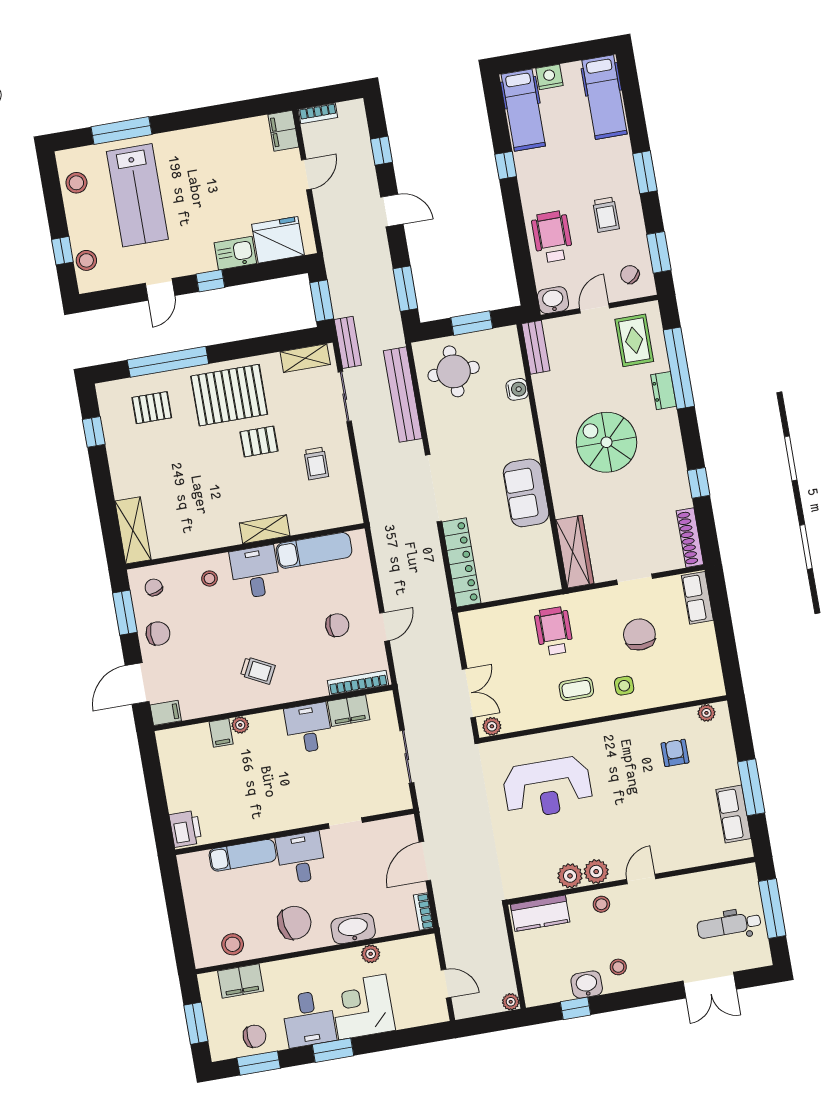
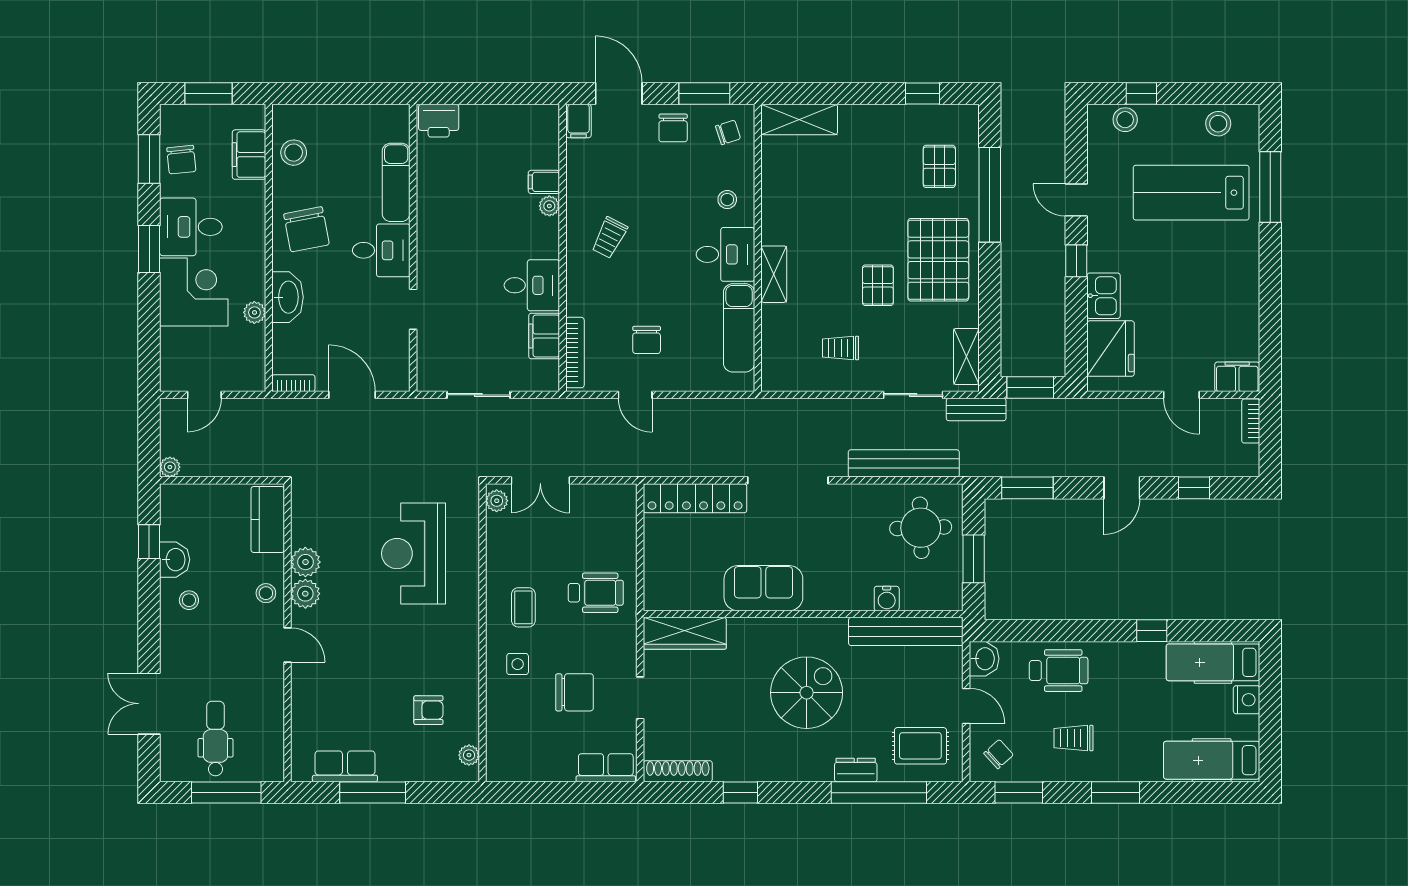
bench: (536, 347) -> (906, 631), width x1.86, depth x1.21

